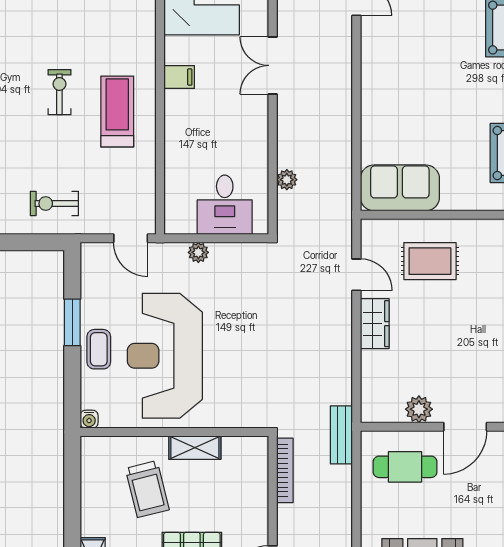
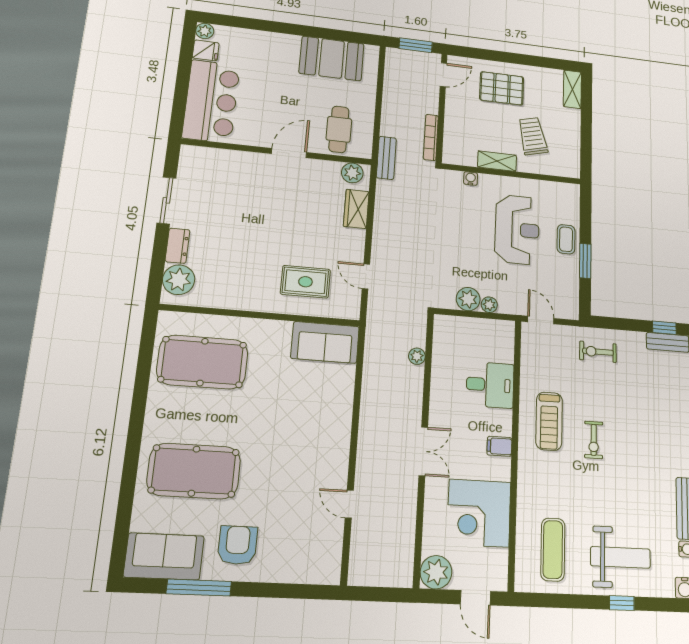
exercise bike: (54, 203) -> (598, 352), turned 180
desk: (225, 205) -> (490, 385), moved, turned 90
plant: (226, 257) -> (468, 299), added
wardrobe: (375, 324) -> (356, 209), moved
reception desk: (165, 356) -> (517, 230), width x0.74, depth x0.77
plant: (419, 409) -> (352, 173), moved
water cooler: (89, 419) -> (471, 179), moved
cafe table: (405, 467) -> (339, 129), turned 90

